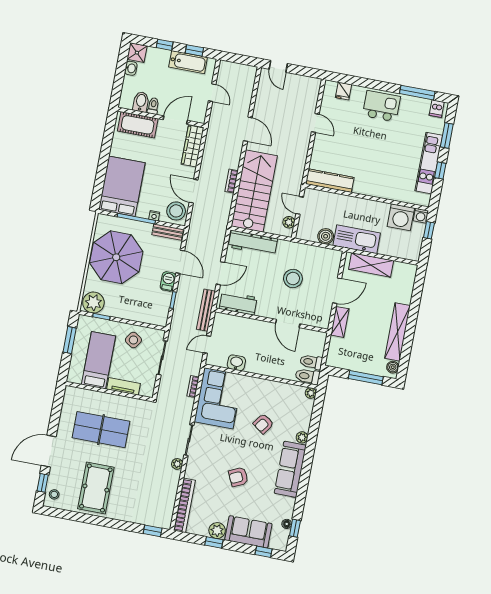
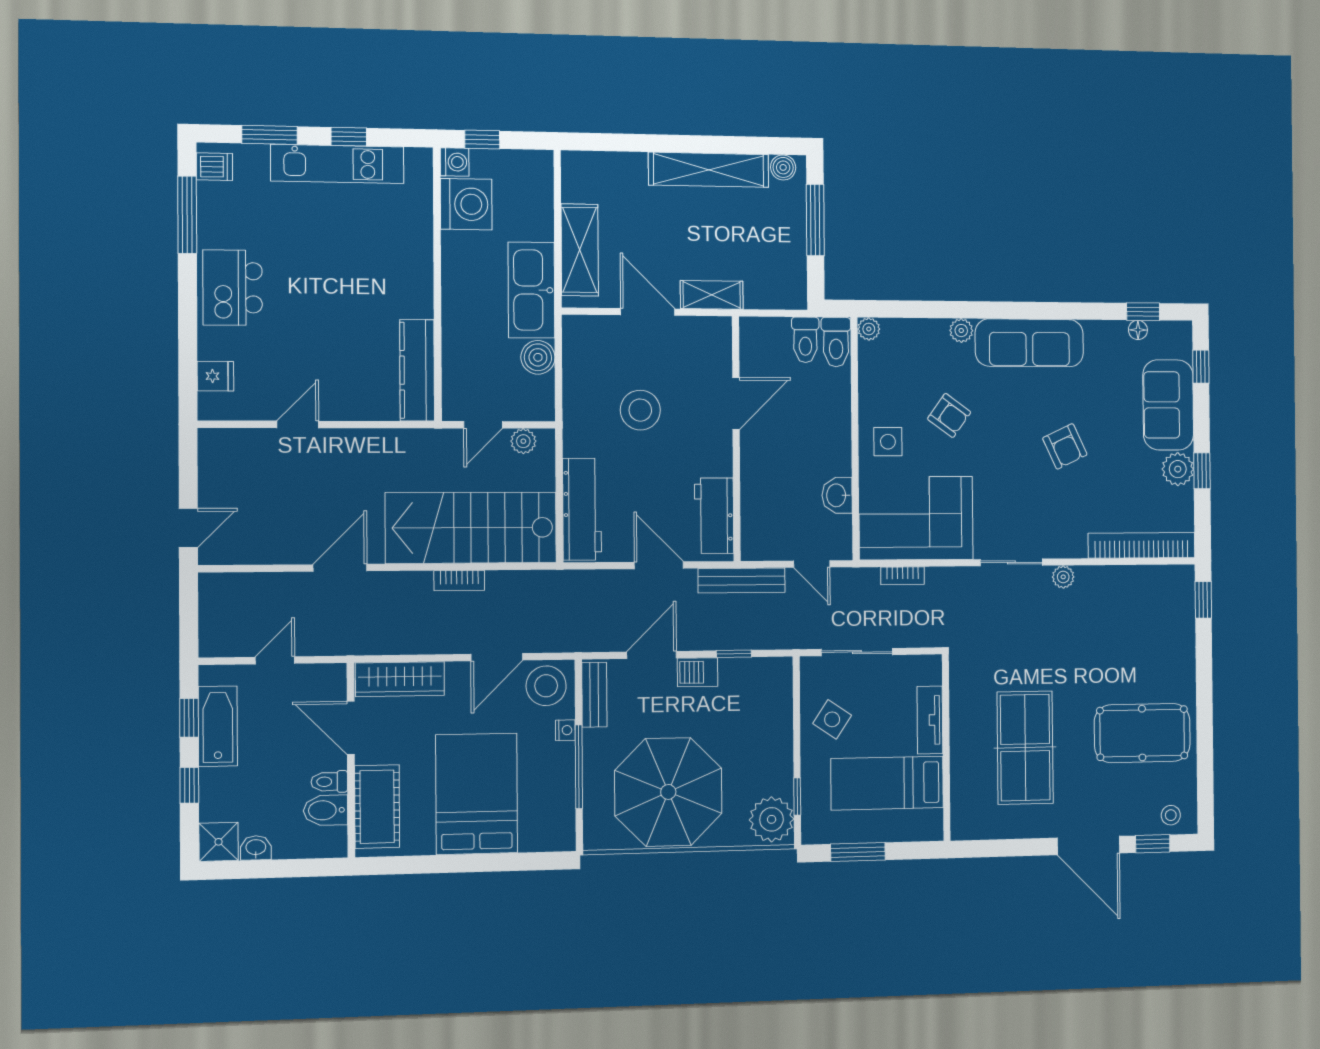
bed: (122, 186) -> (477, 794), moved, turned 90
side table: (257, 392) -> (888, 442), added

